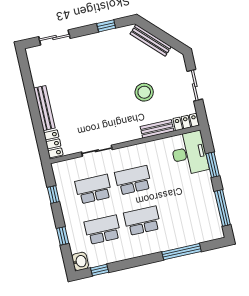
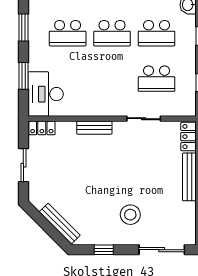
sliding door: (54, 37) -> (162, 250), width x1.37
stool: (144, 92) -> (130, 215), moved
bench: (157, 129) -> (94, 128), moved
school desk: (133, 180) -> (68, 33), moved
window: (222, 208) -> (23, 28), width x0.69

